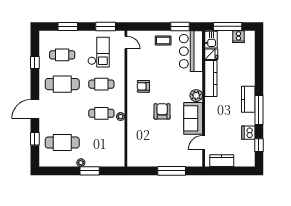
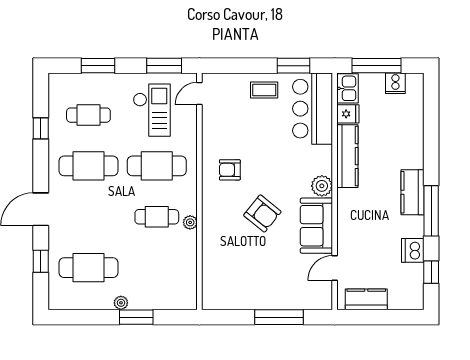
door: (126, 42) -> (199, 93), swing flipped
cafe table: (101, 84) -> (157, 166), width x1.37, depth x1.35
armchair: (162, 111) -> (262, 213), turned 129

